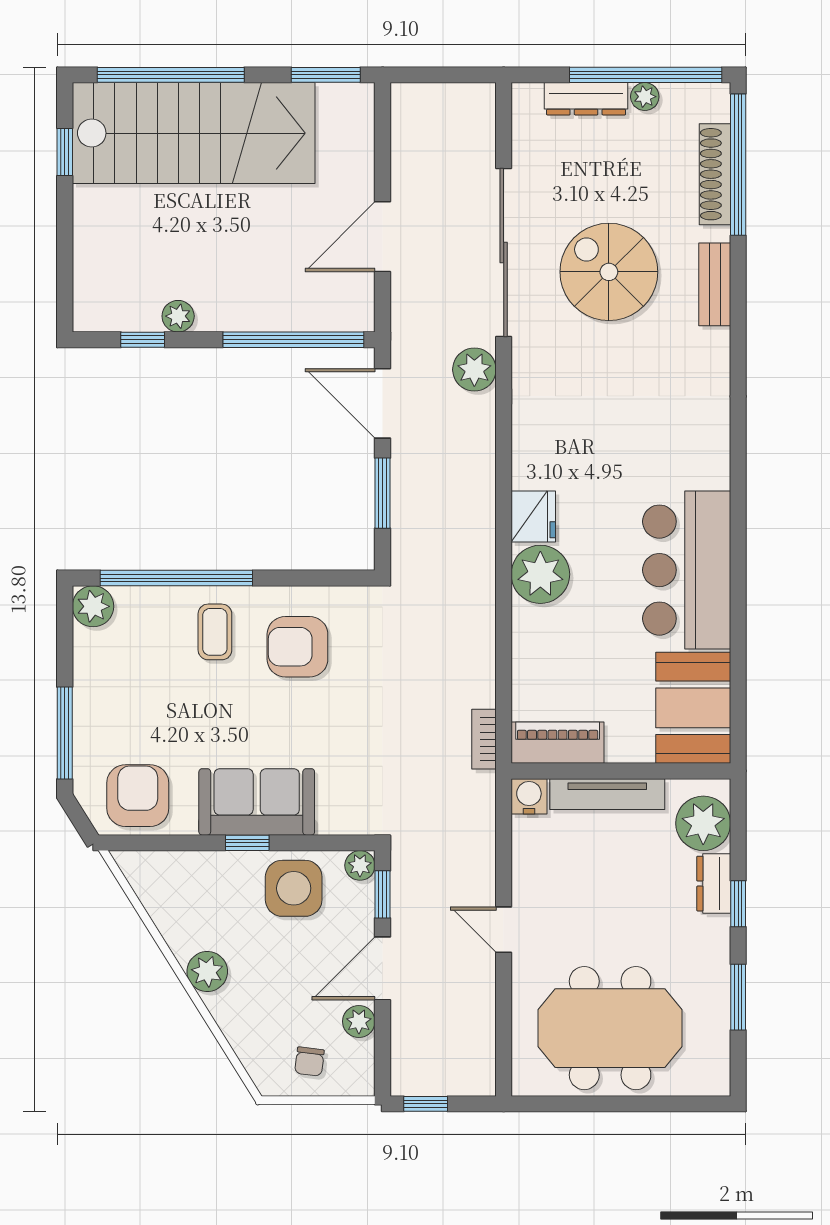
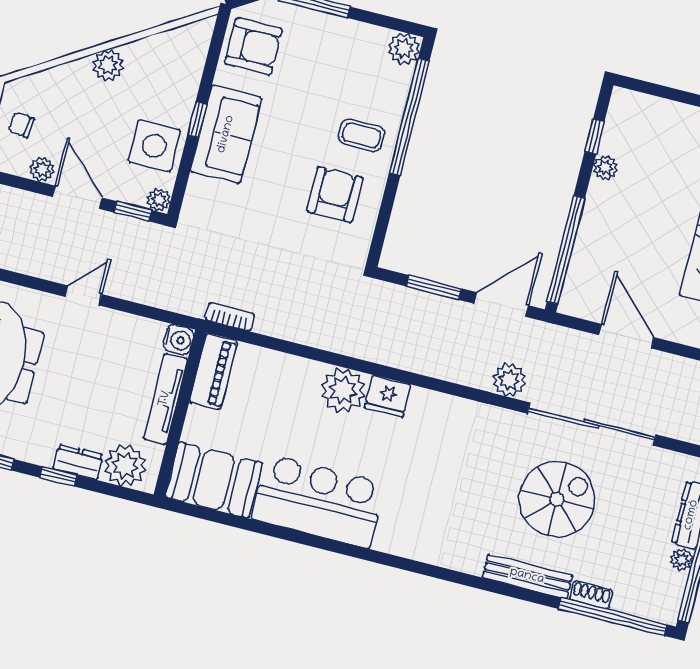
shoe rack: (715, 174) -> (591, 595), width x0.51, depth x0.81
bench: (715, 284) -> (527, 576), width x1.36

